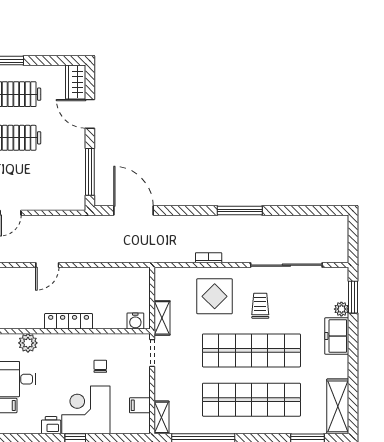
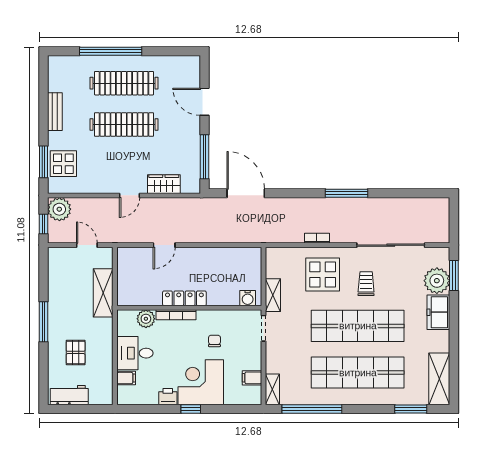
wardrobe: (76, 82) -> (164, 184), moved, turned 90
plant: (341, 309) -> (437, 281), width x1.88, depth x1.88
bookcase: (60, 339) -> (176, 315), added

